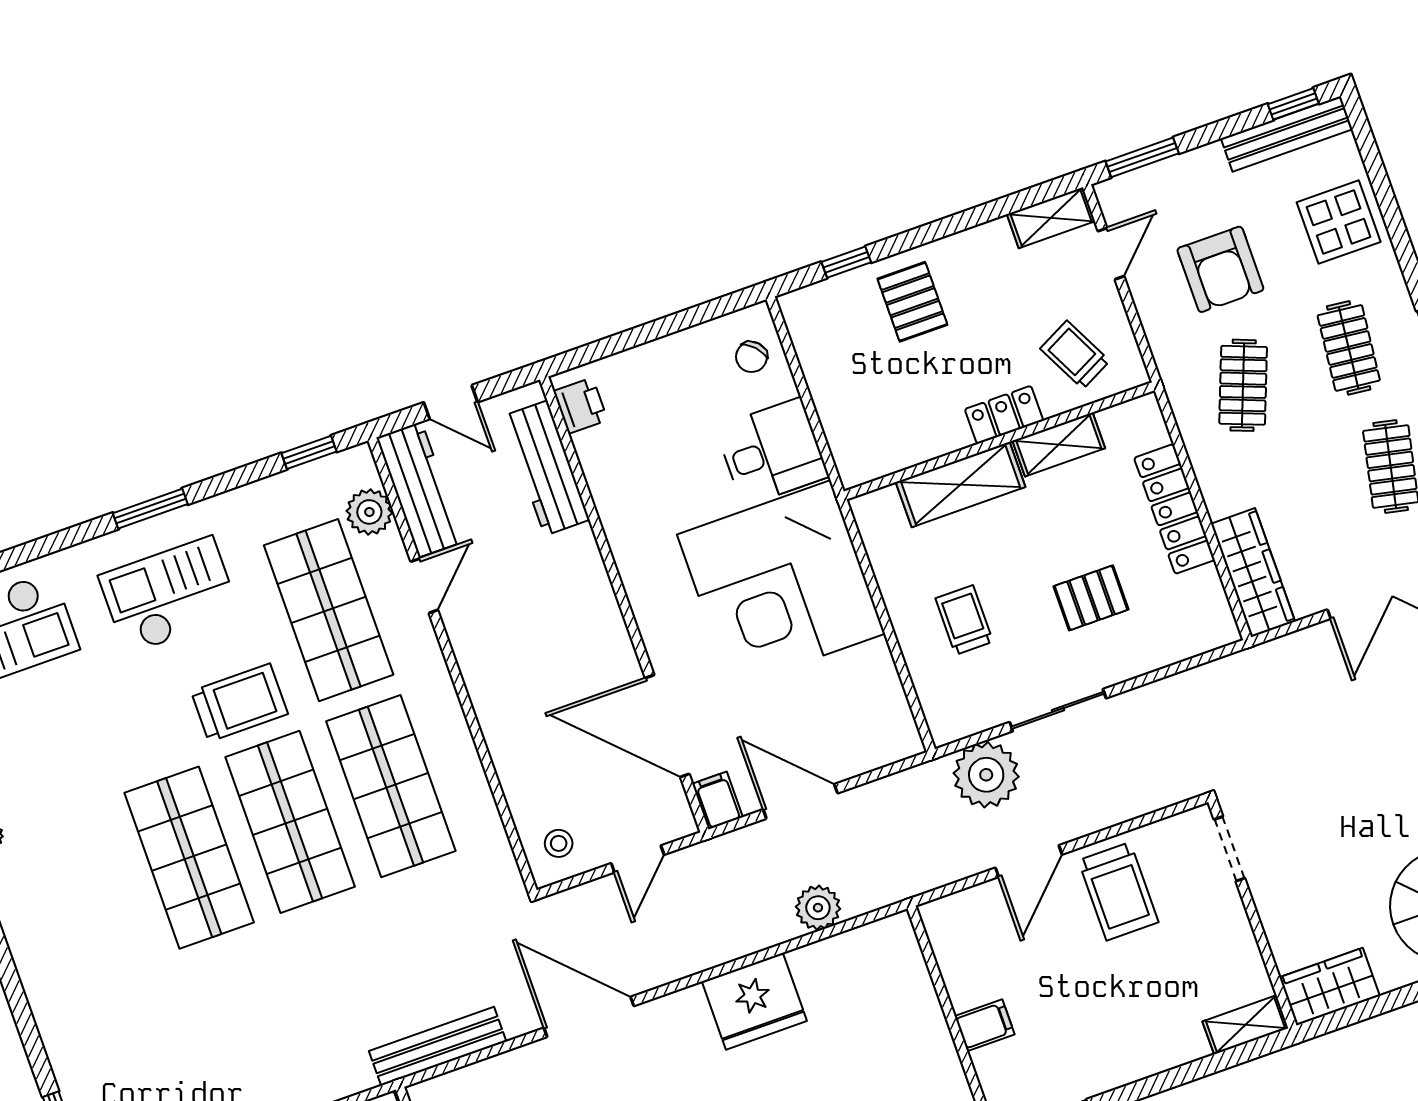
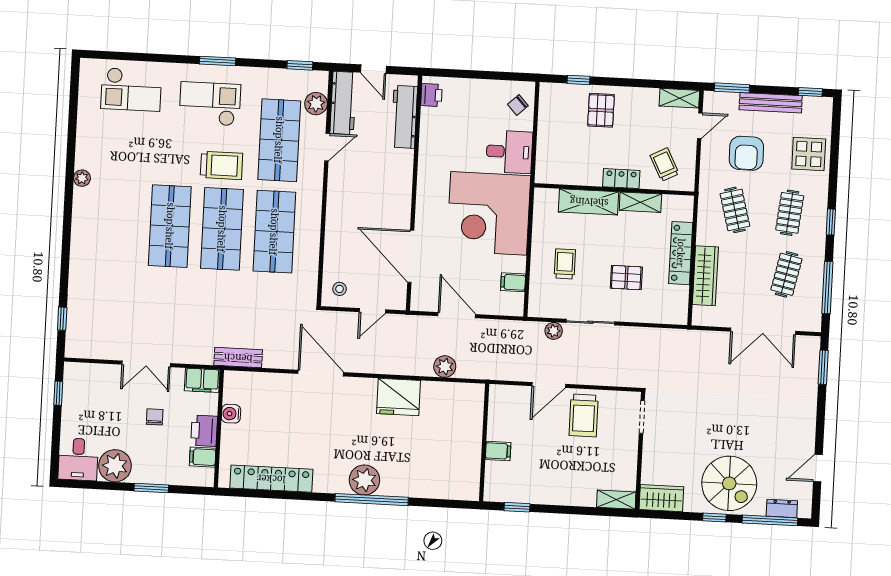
bench: (1287, 134) -> (771, 103), moved
clothes rail: (1243, 385) -> (735, 210), turned -36
wardrobe: (1253, 573) -> (705, 276), moved
plant: (986, 775) -> (554, 331), width x0.53, depth x0.53
filing cabinet: (717, 800) -> (513, 282), moved, turned -90
bench: (438, 1046) -> (238, 358), width x0.73

